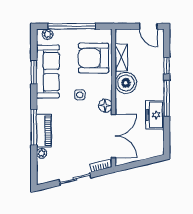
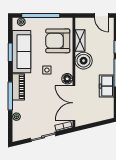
piano: (44, 131) -> (18, 87), moved
double door: (114, 136) -> (74, 103), swing flipped

